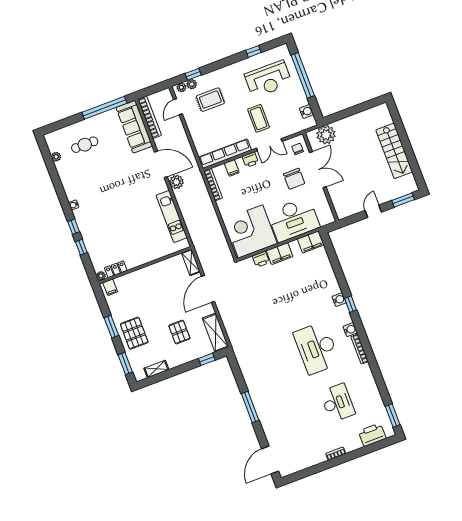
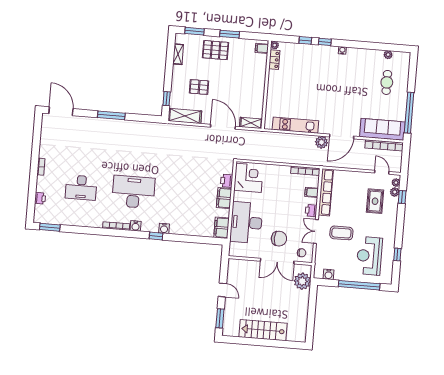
chair: (294, 179) -> (279, 239), turned 180
corner desk: (251, 231) -> (249, 178), width x0.74, depth x0.74
printer: (372, 435) -> (40, 198), width x0.53, depth x0.68

